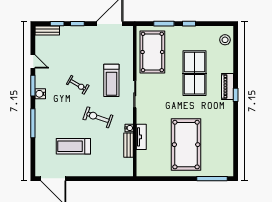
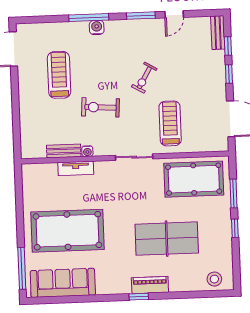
treadmill: (111, 80) -> (170, 123), moved, turned 90
water cooler: (40, 94) -> (97, 27), moved
exercise bike: (98, 117) -> (100, 107), turned -105
sofa: (224, 149) -> (63, 283), added

